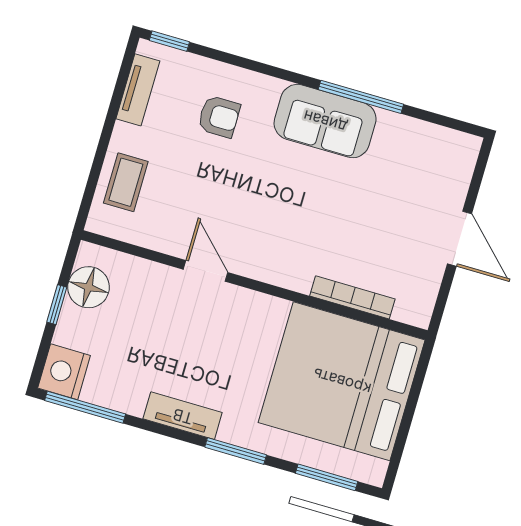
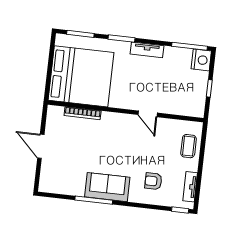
floor lamp: (89, 287) -> (197, 98), removed

